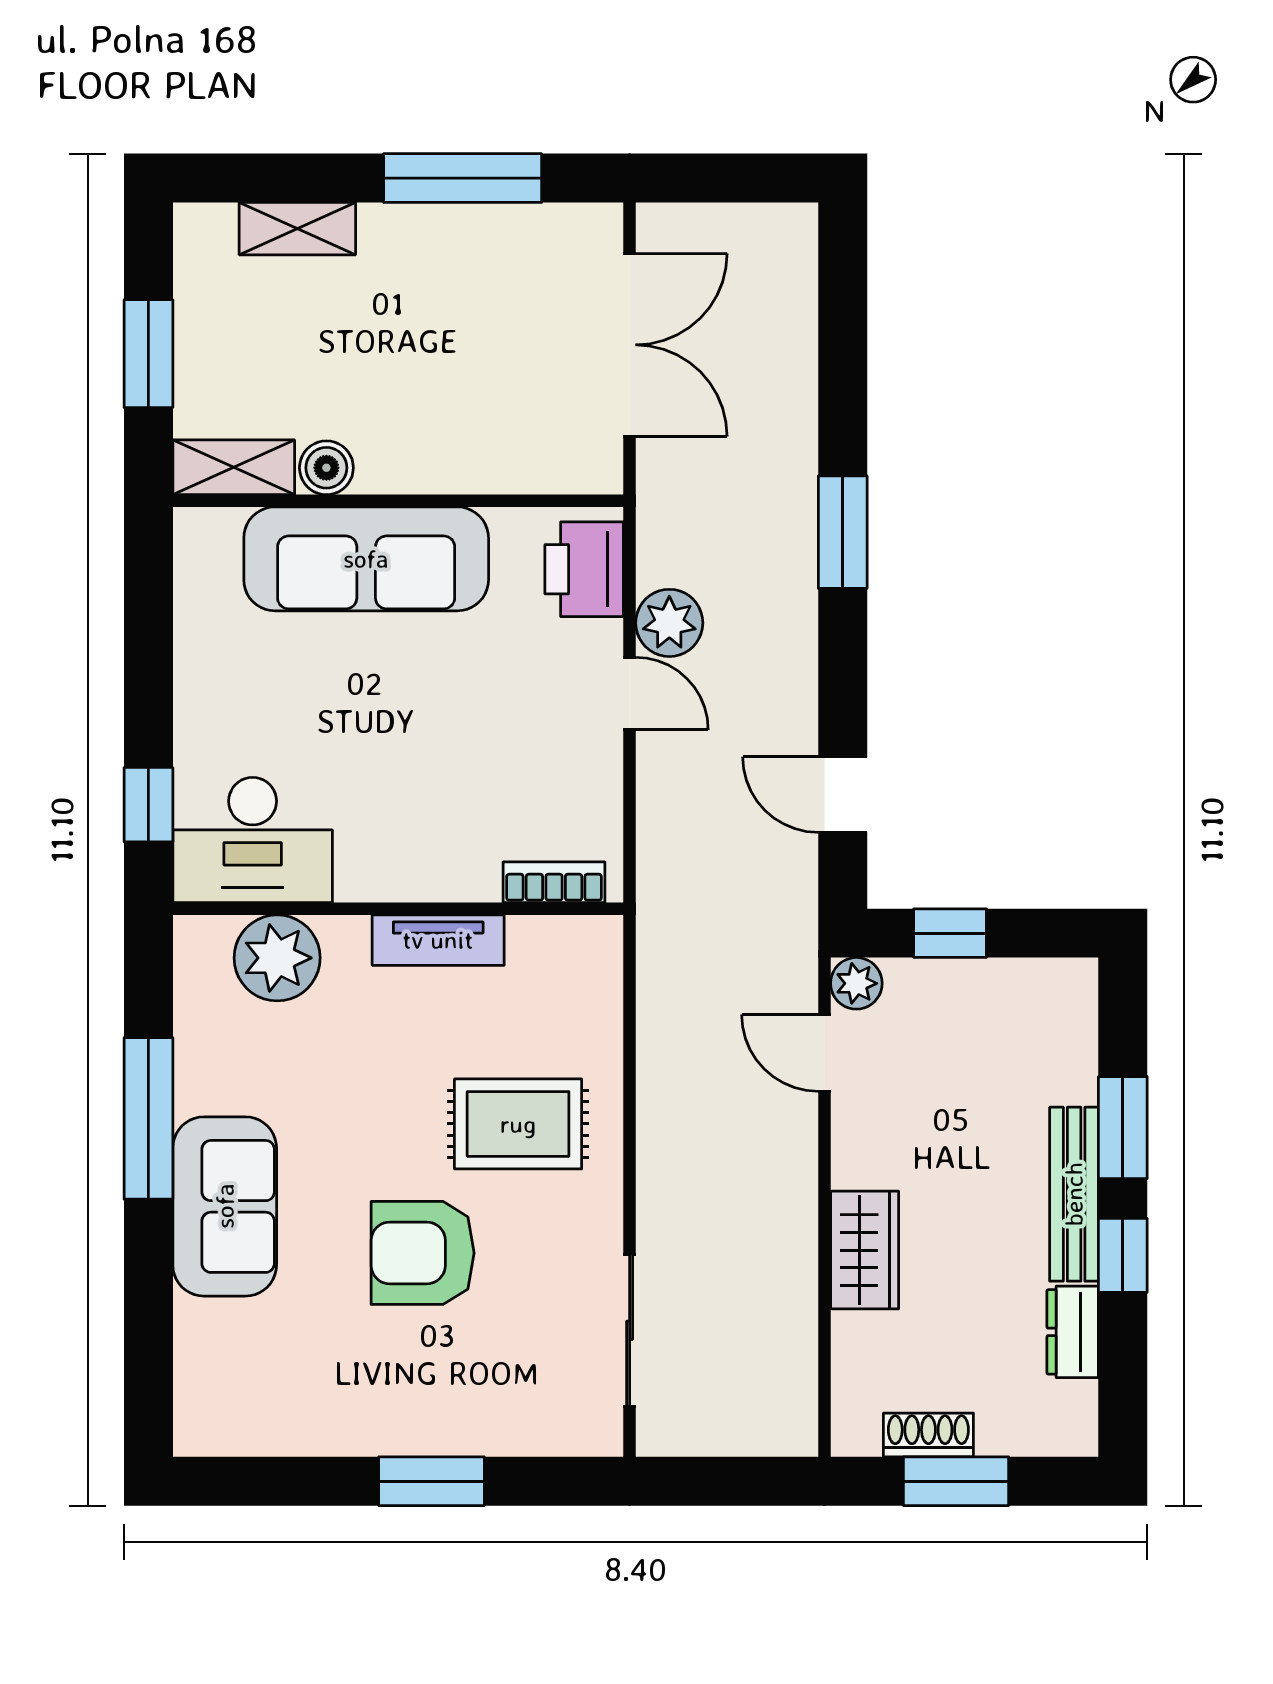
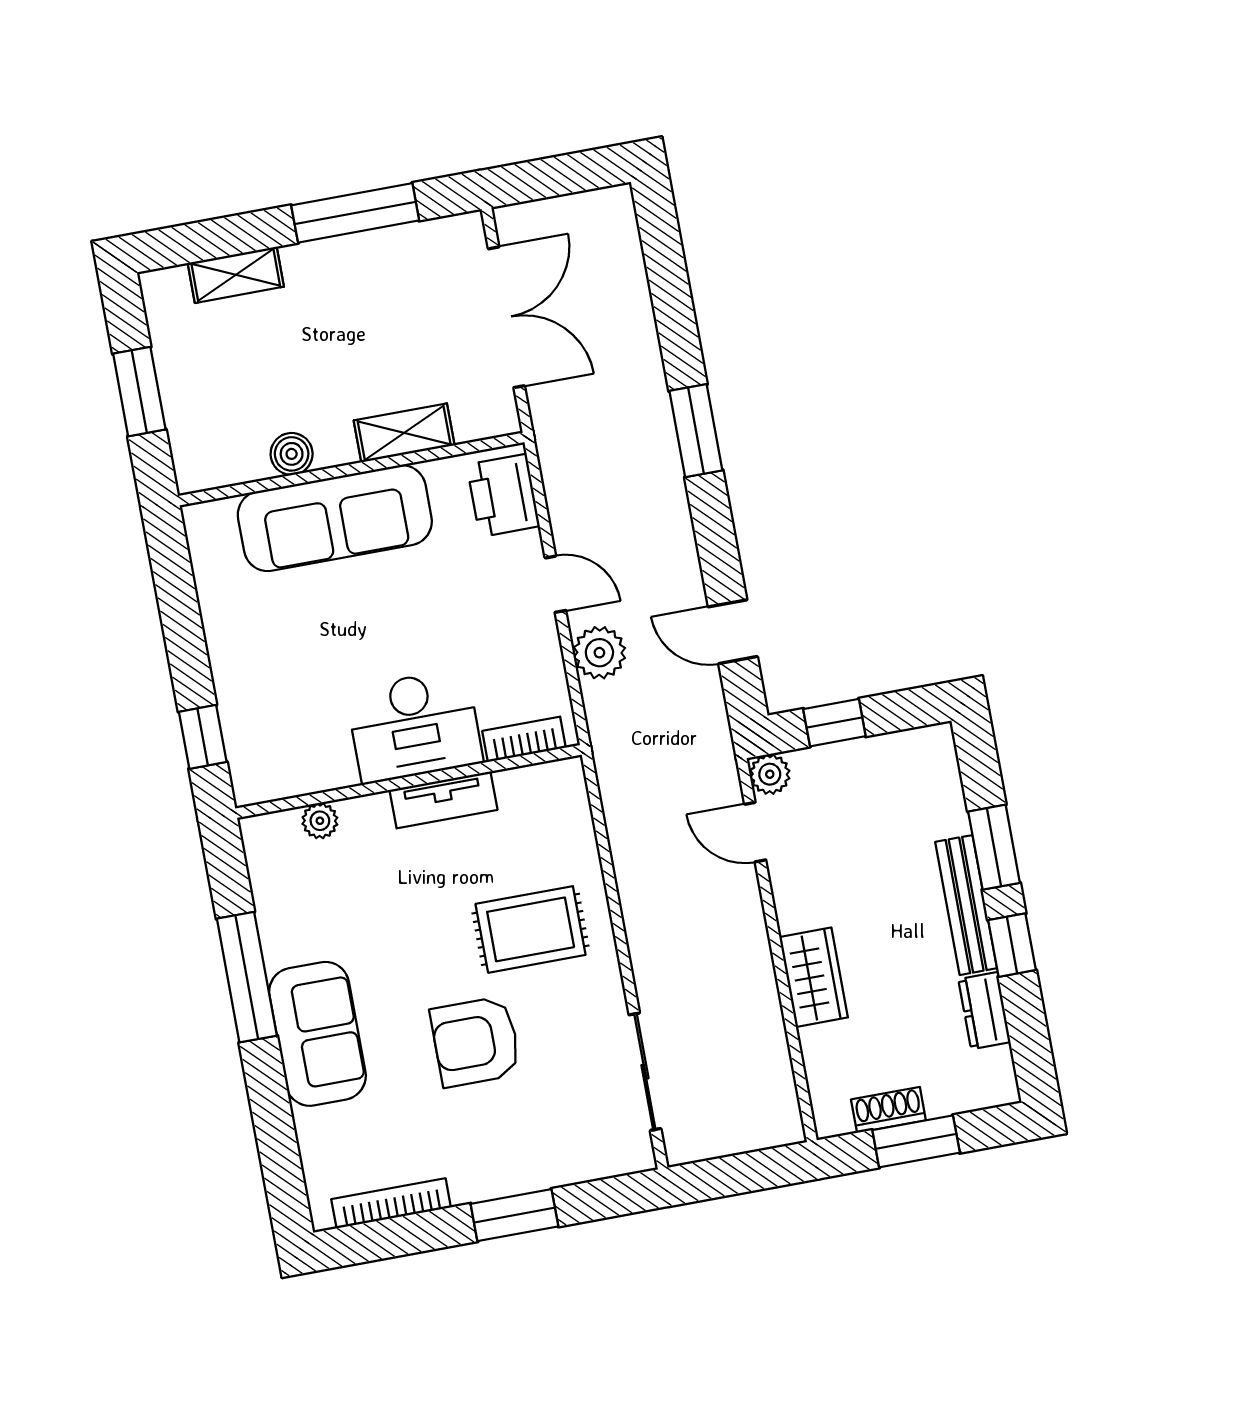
shelving: (234, 467) -> (404, 433), moved
plant: (669, 623) -> (599, 653), moved
desk: (253, 840) -> (414, 726), moved
plant: (277, 958) -> (320, 821), width x0.53, depth x0.53
bookcase: (278, 1438) -> (391, 1203), added

